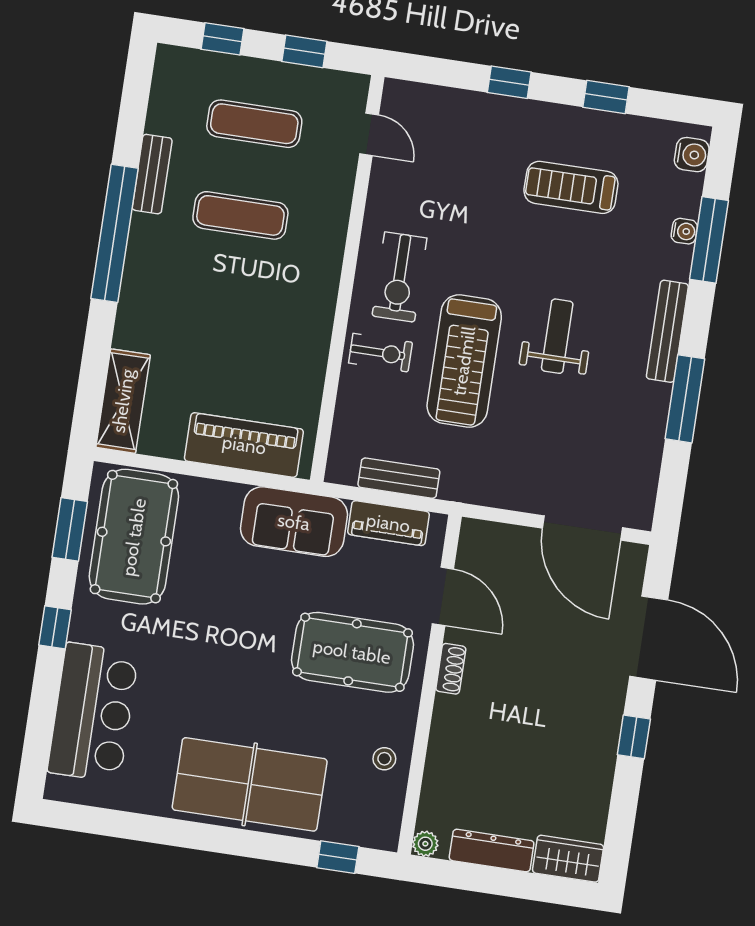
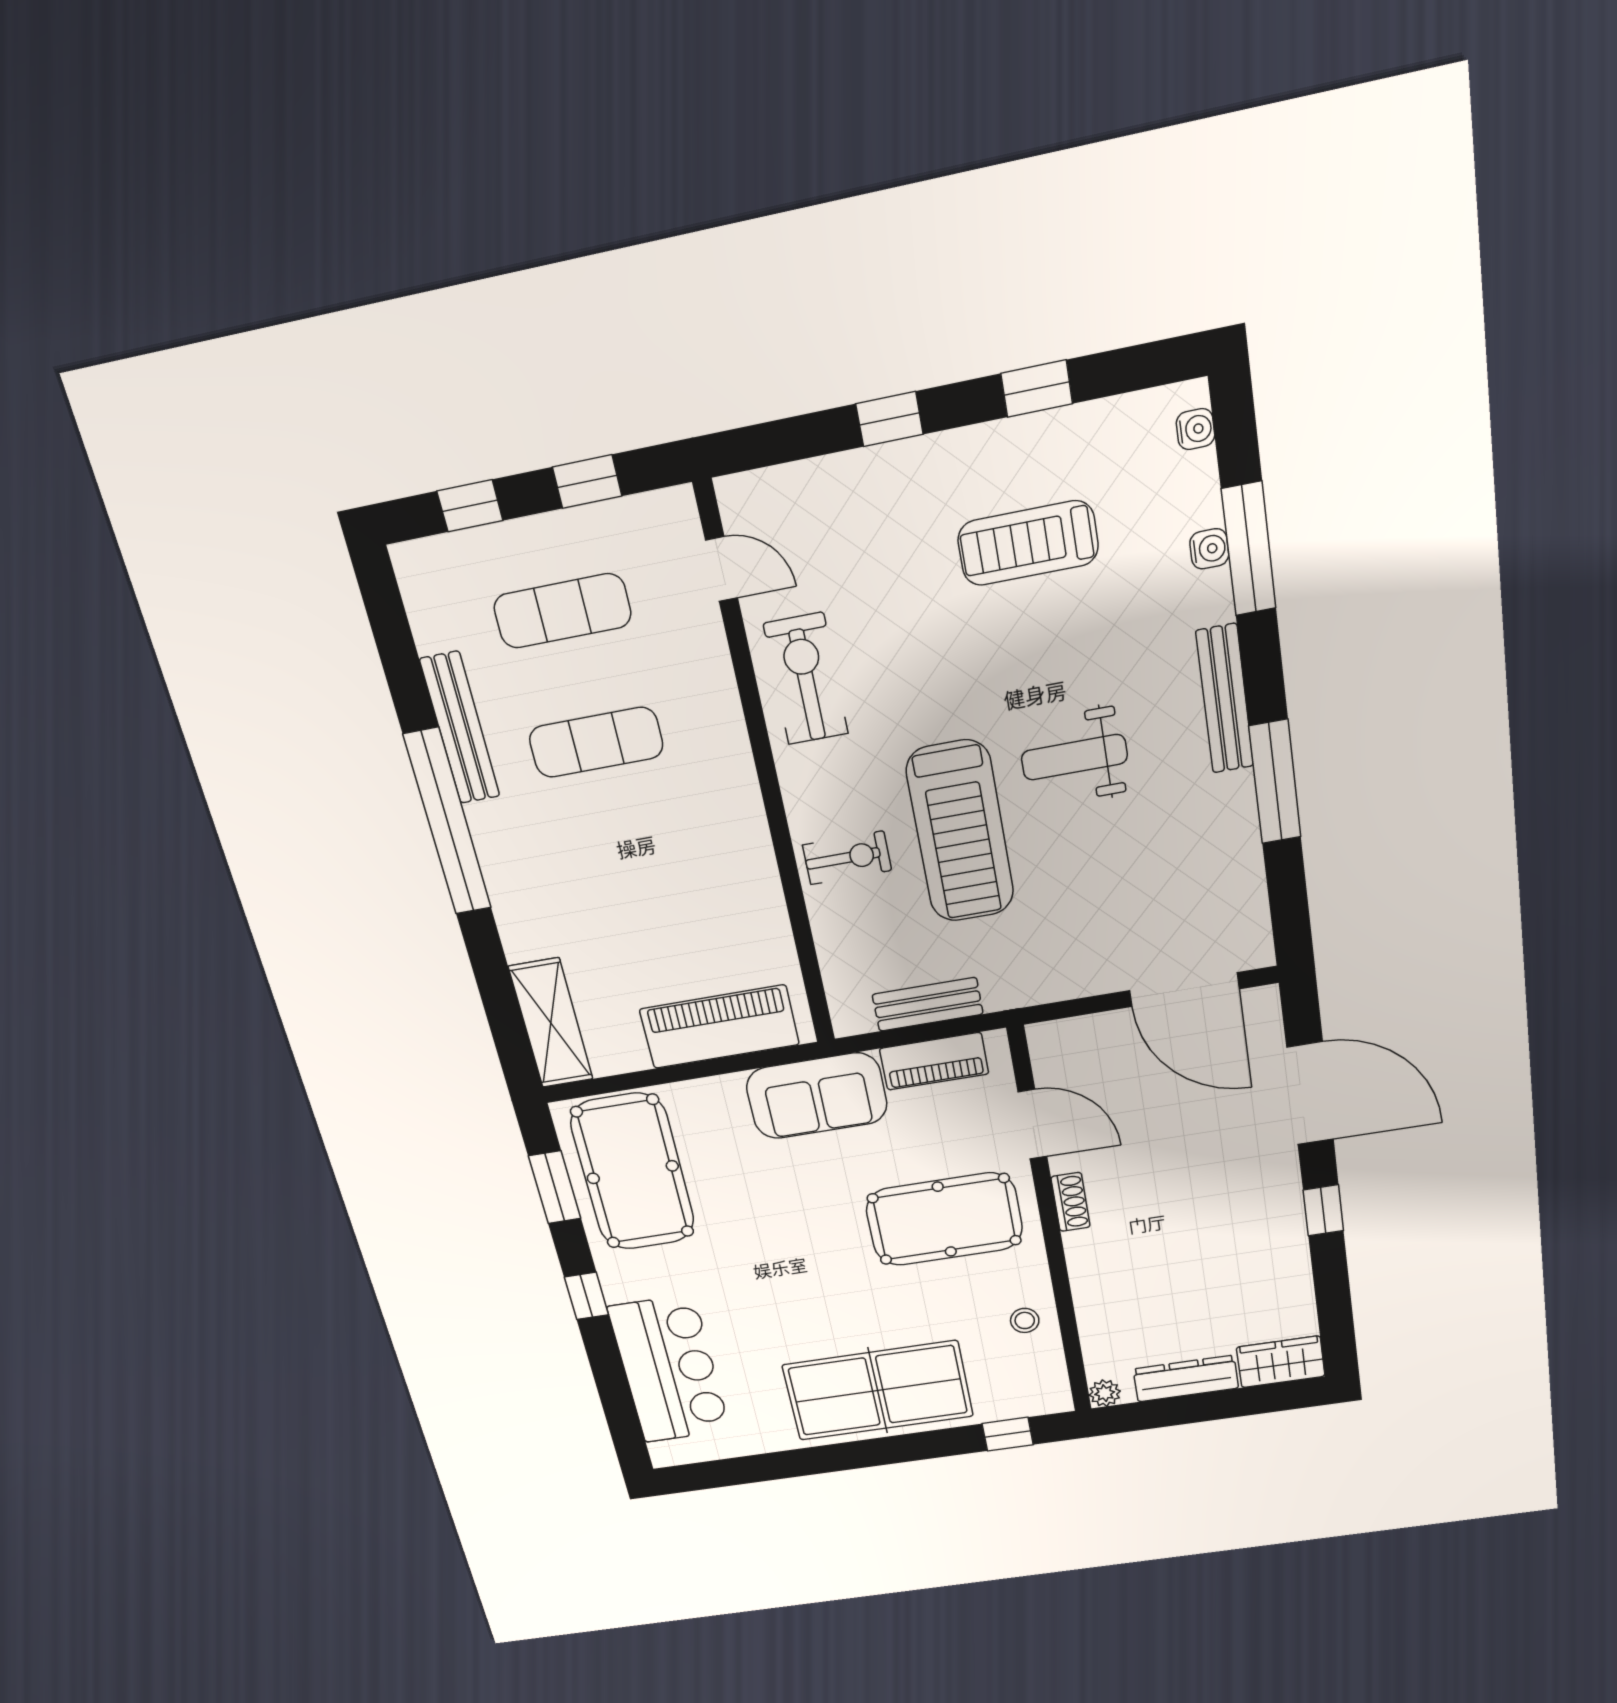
water cooler: (692, 155) -> (1195, 429), width x0.72, depth x0.72
bench: (152, 174) -> (460, 728), width x1.36
exercise bike: (399, 277) -> (806, 679), moved, turned 180
weight bench: (557, 336) -> (1074, 757), turned -90

